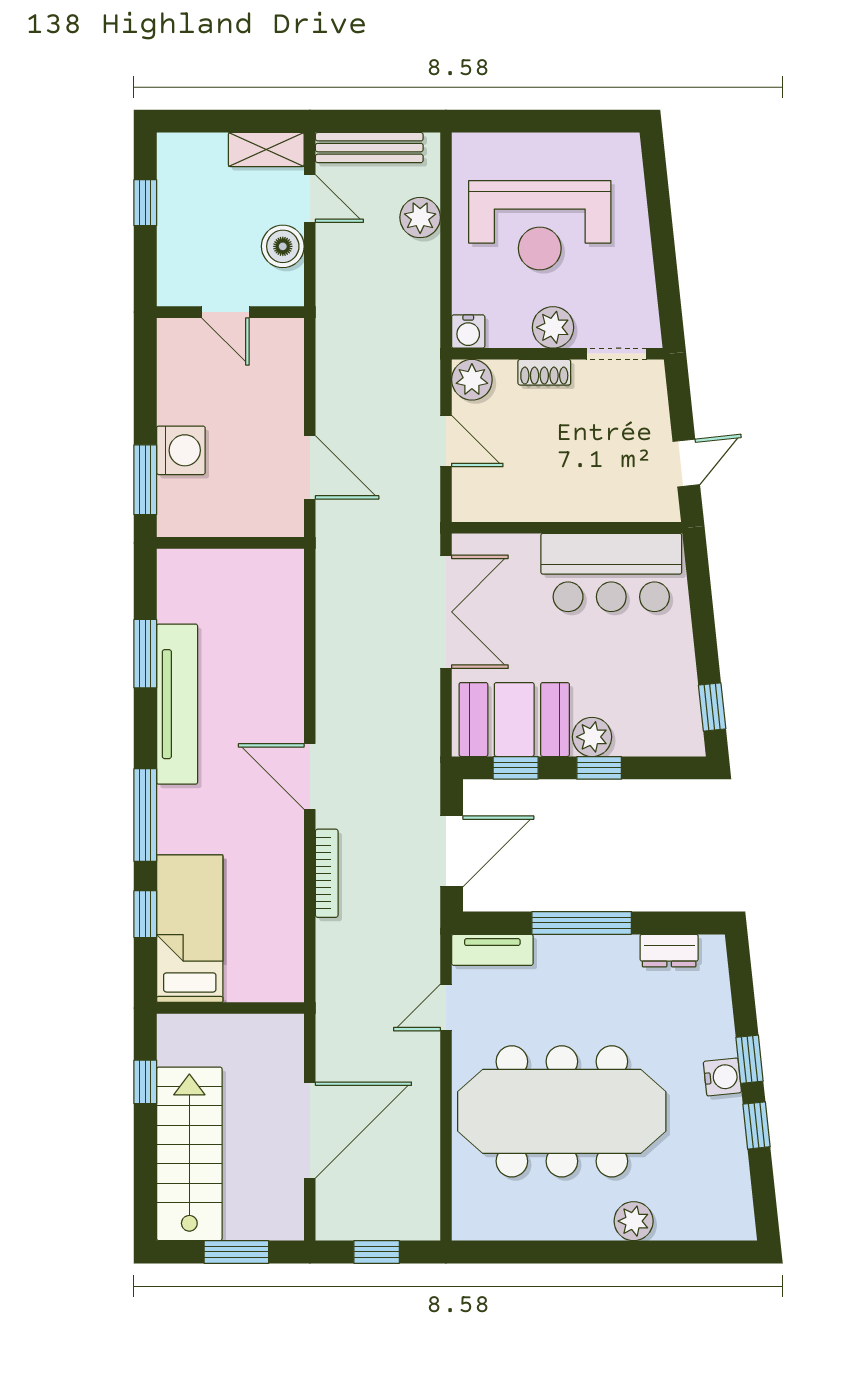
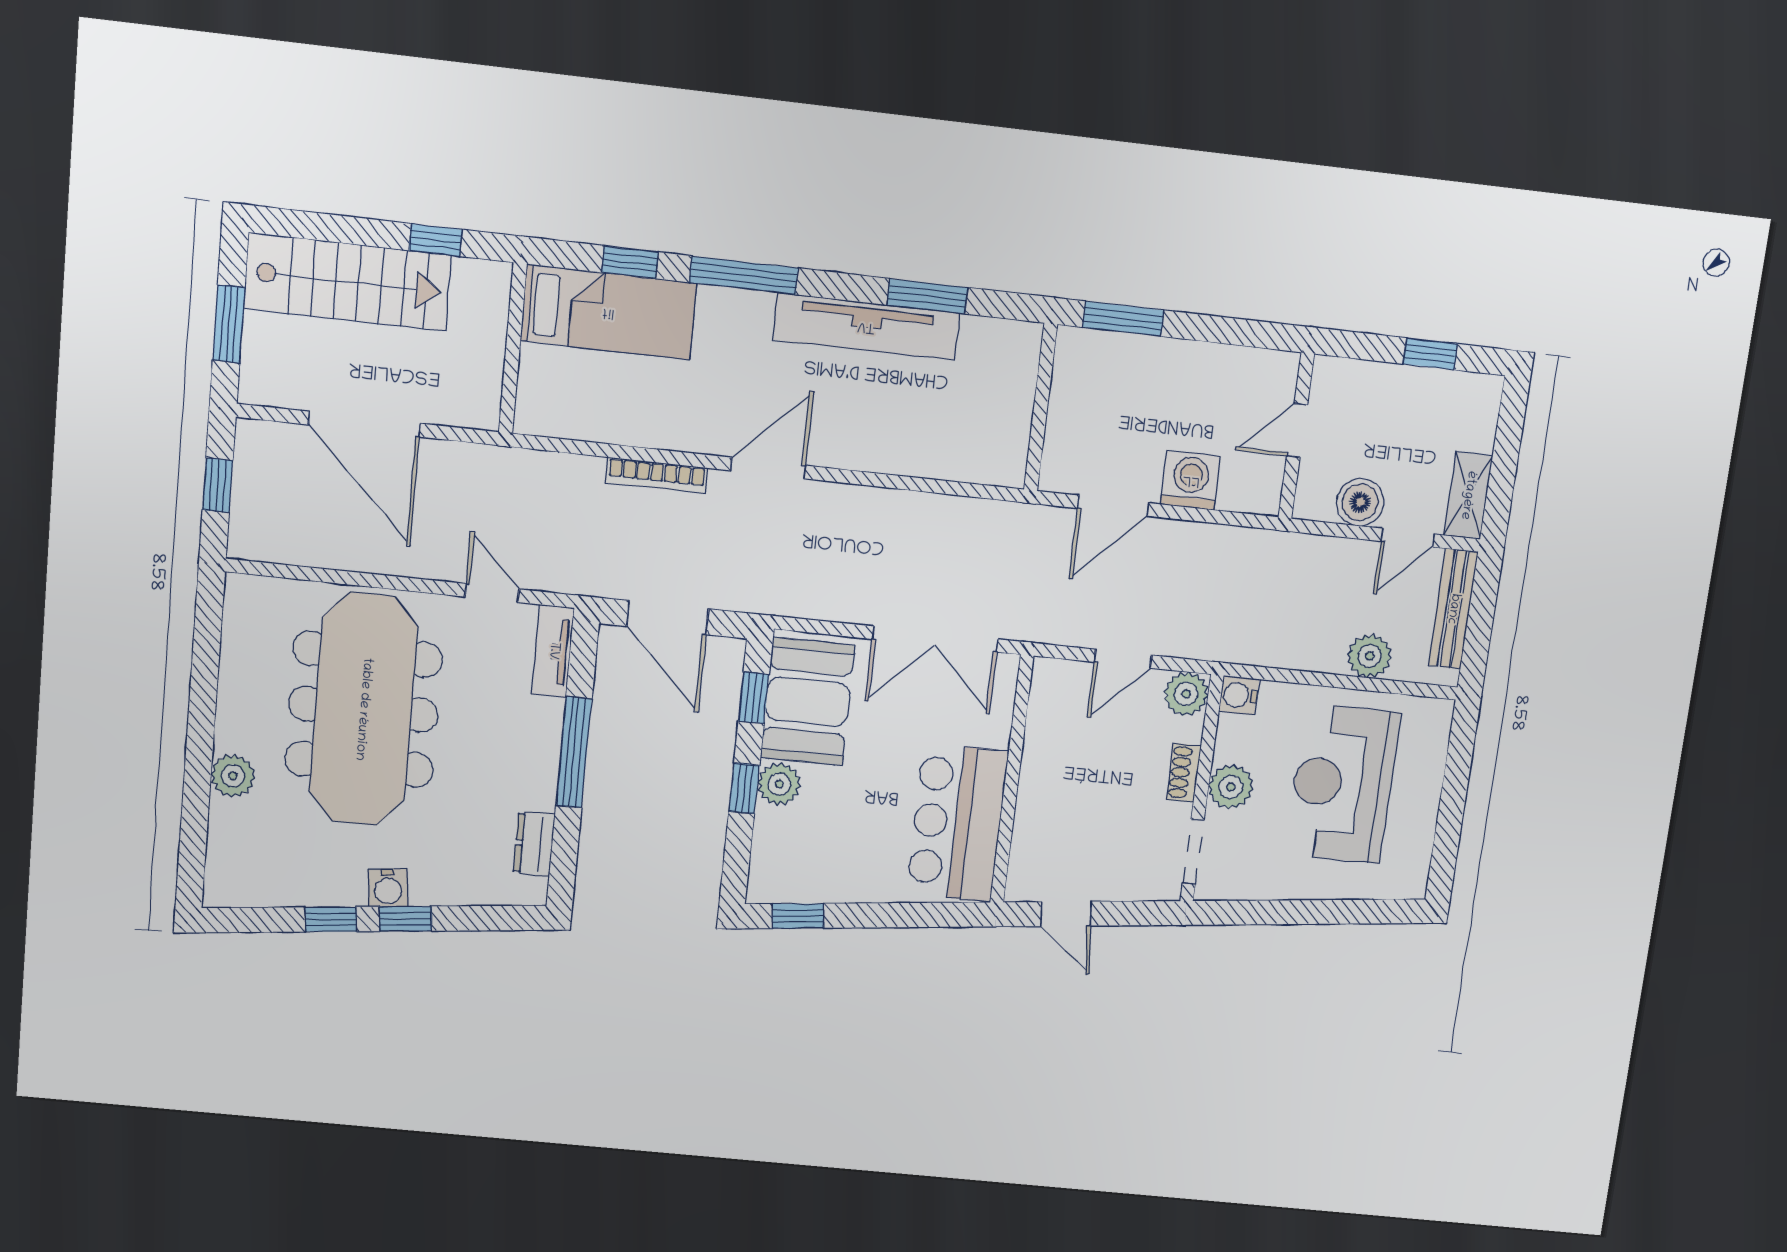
washing machine: (181, 450) -> (1191, 480), moved, turned 180

